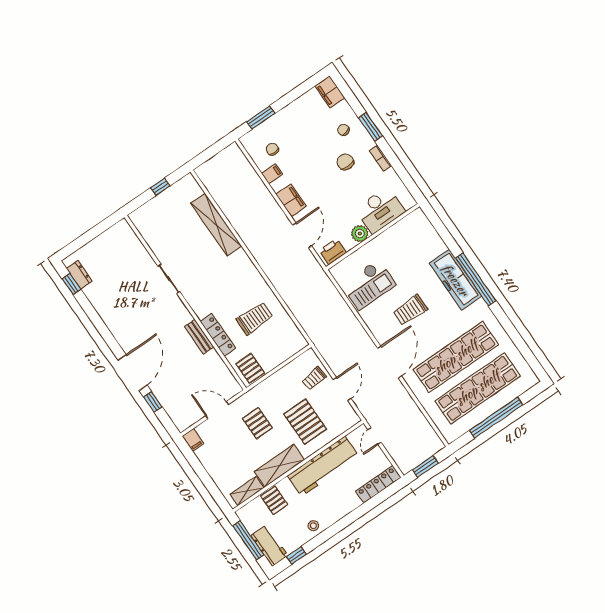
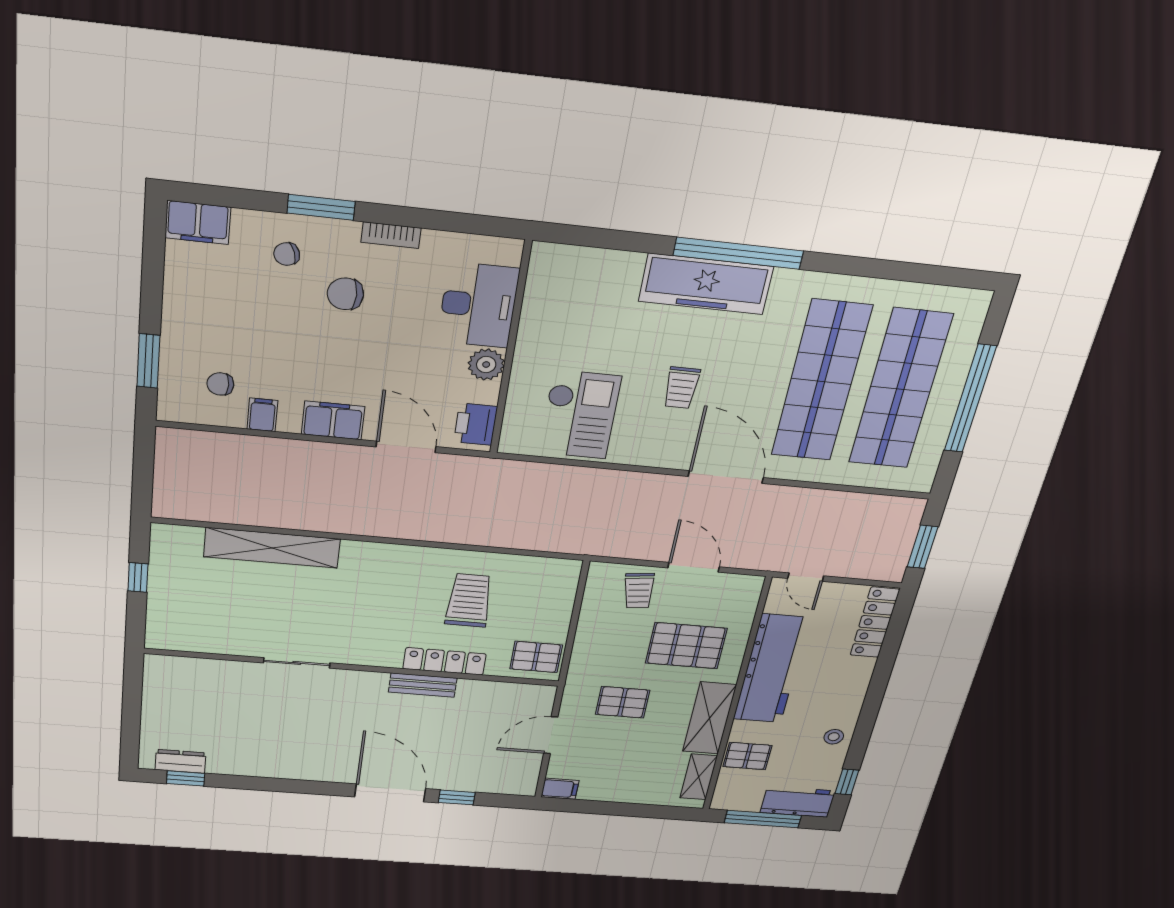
trolley: (410, 310) -> (681, 388), width x0.73, depth x0.72

